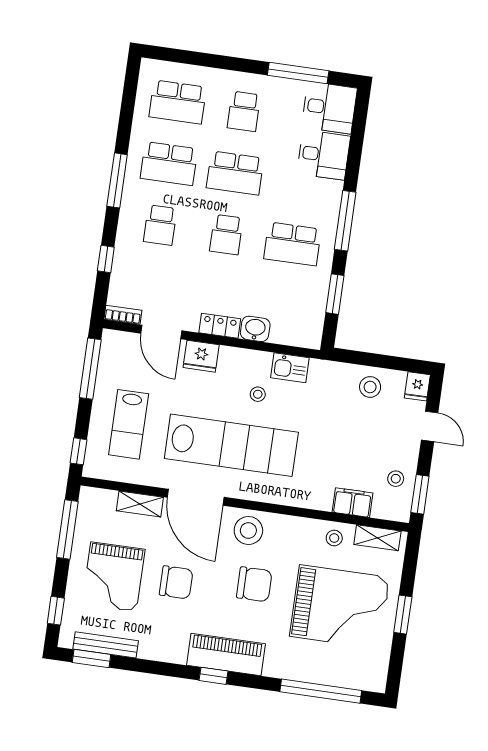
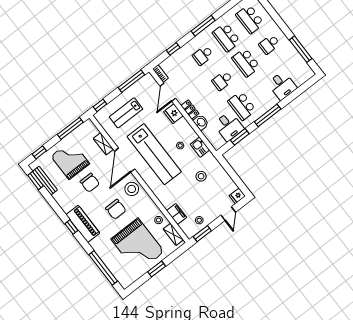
desk: (329, 108) -> (229, 126), moved
stool: (370, 387) -> (201, 176), moved
grand piano: (113, 577) -> (70, 160), turned 90

